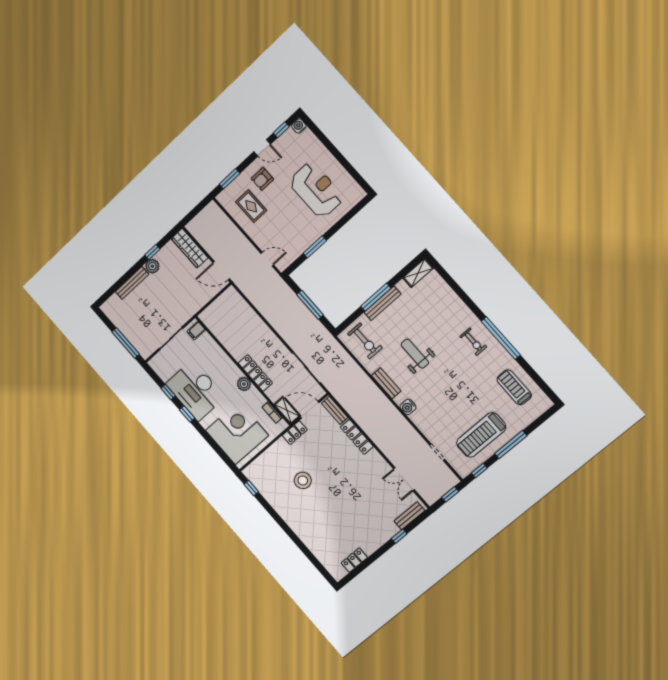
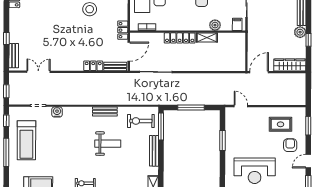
door: (267, 259) -> (241, 106), swing flipped
window: (376, 297) -> (161, 127), moved
plant: (244, 384) -> (215, 25), moved
water cooler: (408, 407) -> (57, 112), moved
shelving: (287, 410) -> (207, 38), moved
treadmill: (481, 435) -> (26, 140), turned 180
locker: (357, 437) -> (93, 66), width x0.66

